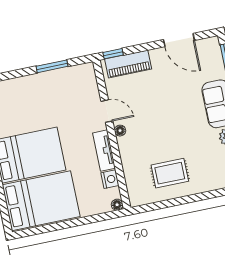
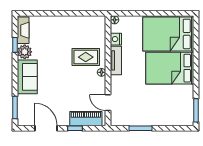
window: (113, 54) -> (75, 128), moved
door: (107, 111) -> (108, 103), moved
rug: (170, 173) -> (86, 57), moved

